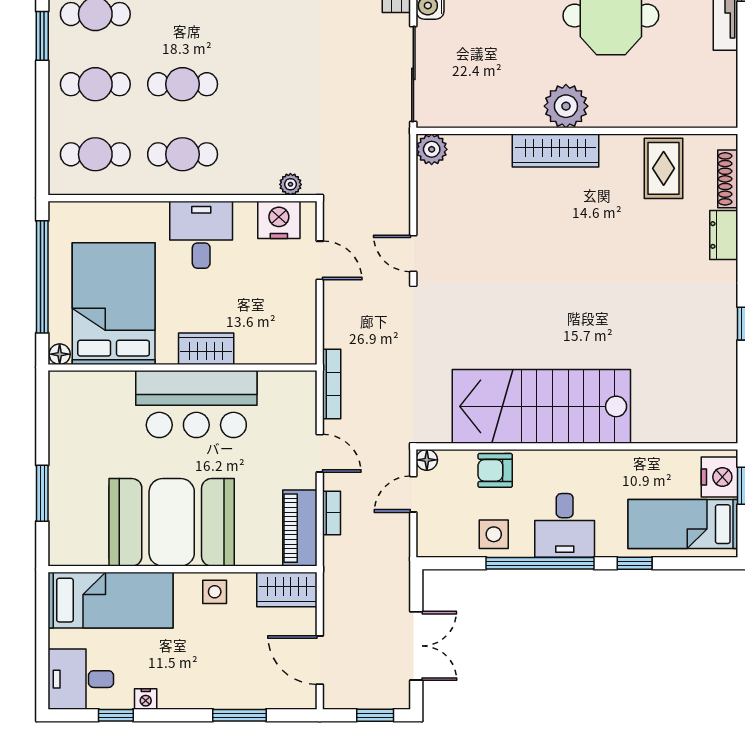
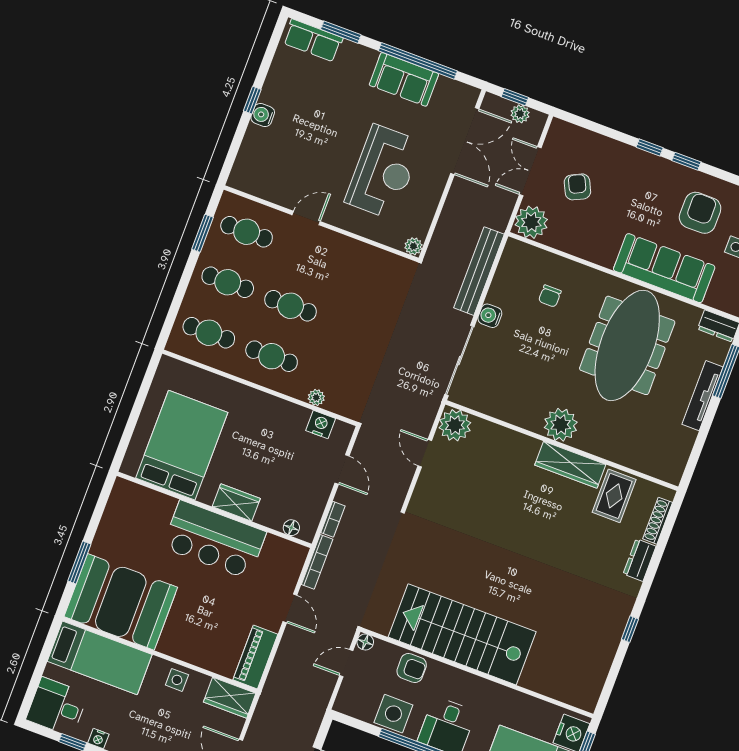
plant: (432, 149) -> (455, 425), width x1.36, depth x1.36
wardrobe: (555, 151) -> (570, 465), moved
plant: (290, 184) -> (316, 398), moved
nightstand: (279, 220) -> (321, 425), width x0.74, depth x0.75
desk: (201, 235) -> (263, 419), removed
door: (413, 253) -> (425, 453), moved
window: (42, 277) -> (138, 407), removed
floor lamp: (60, 354) -> (291, 528), moved
armchair: (495, 470) -> (412, 668), turned 180
bookcase: (332, 513) -> (333, 519), moved
booth: (172, 522) -> (121, 602), moved
side table: (494, 534) -> (393, 714), width x1.37, depth x1.37

